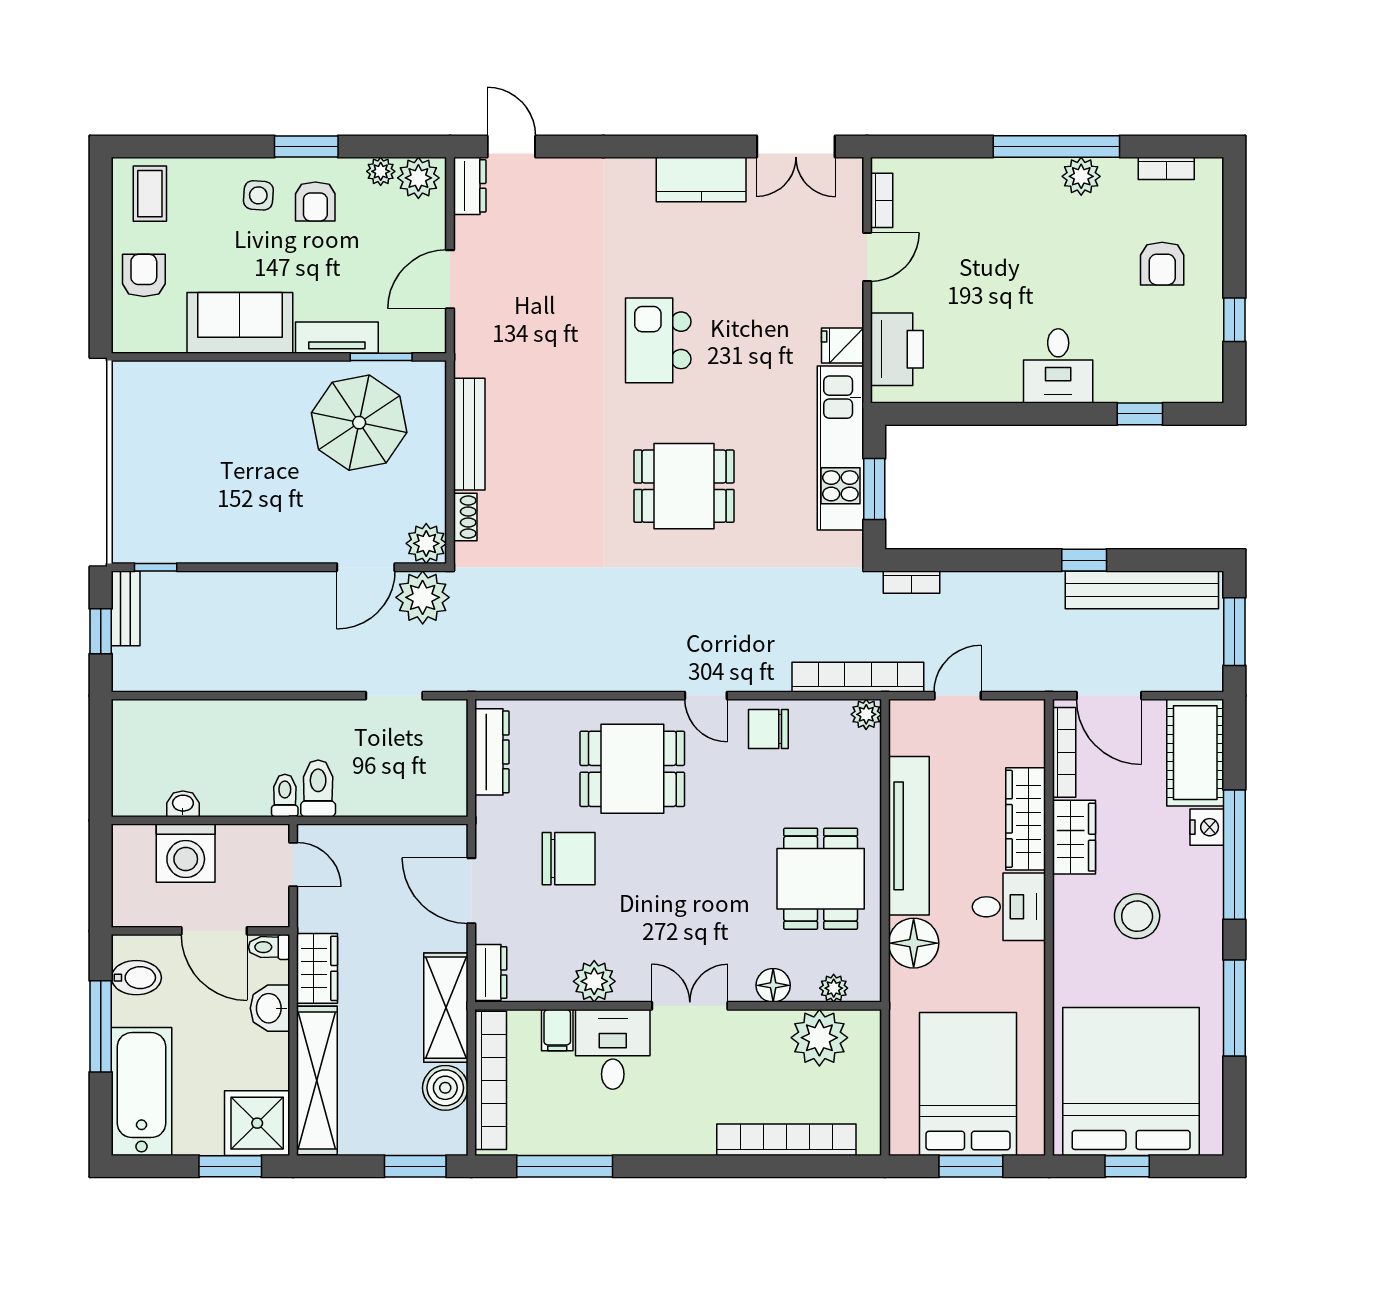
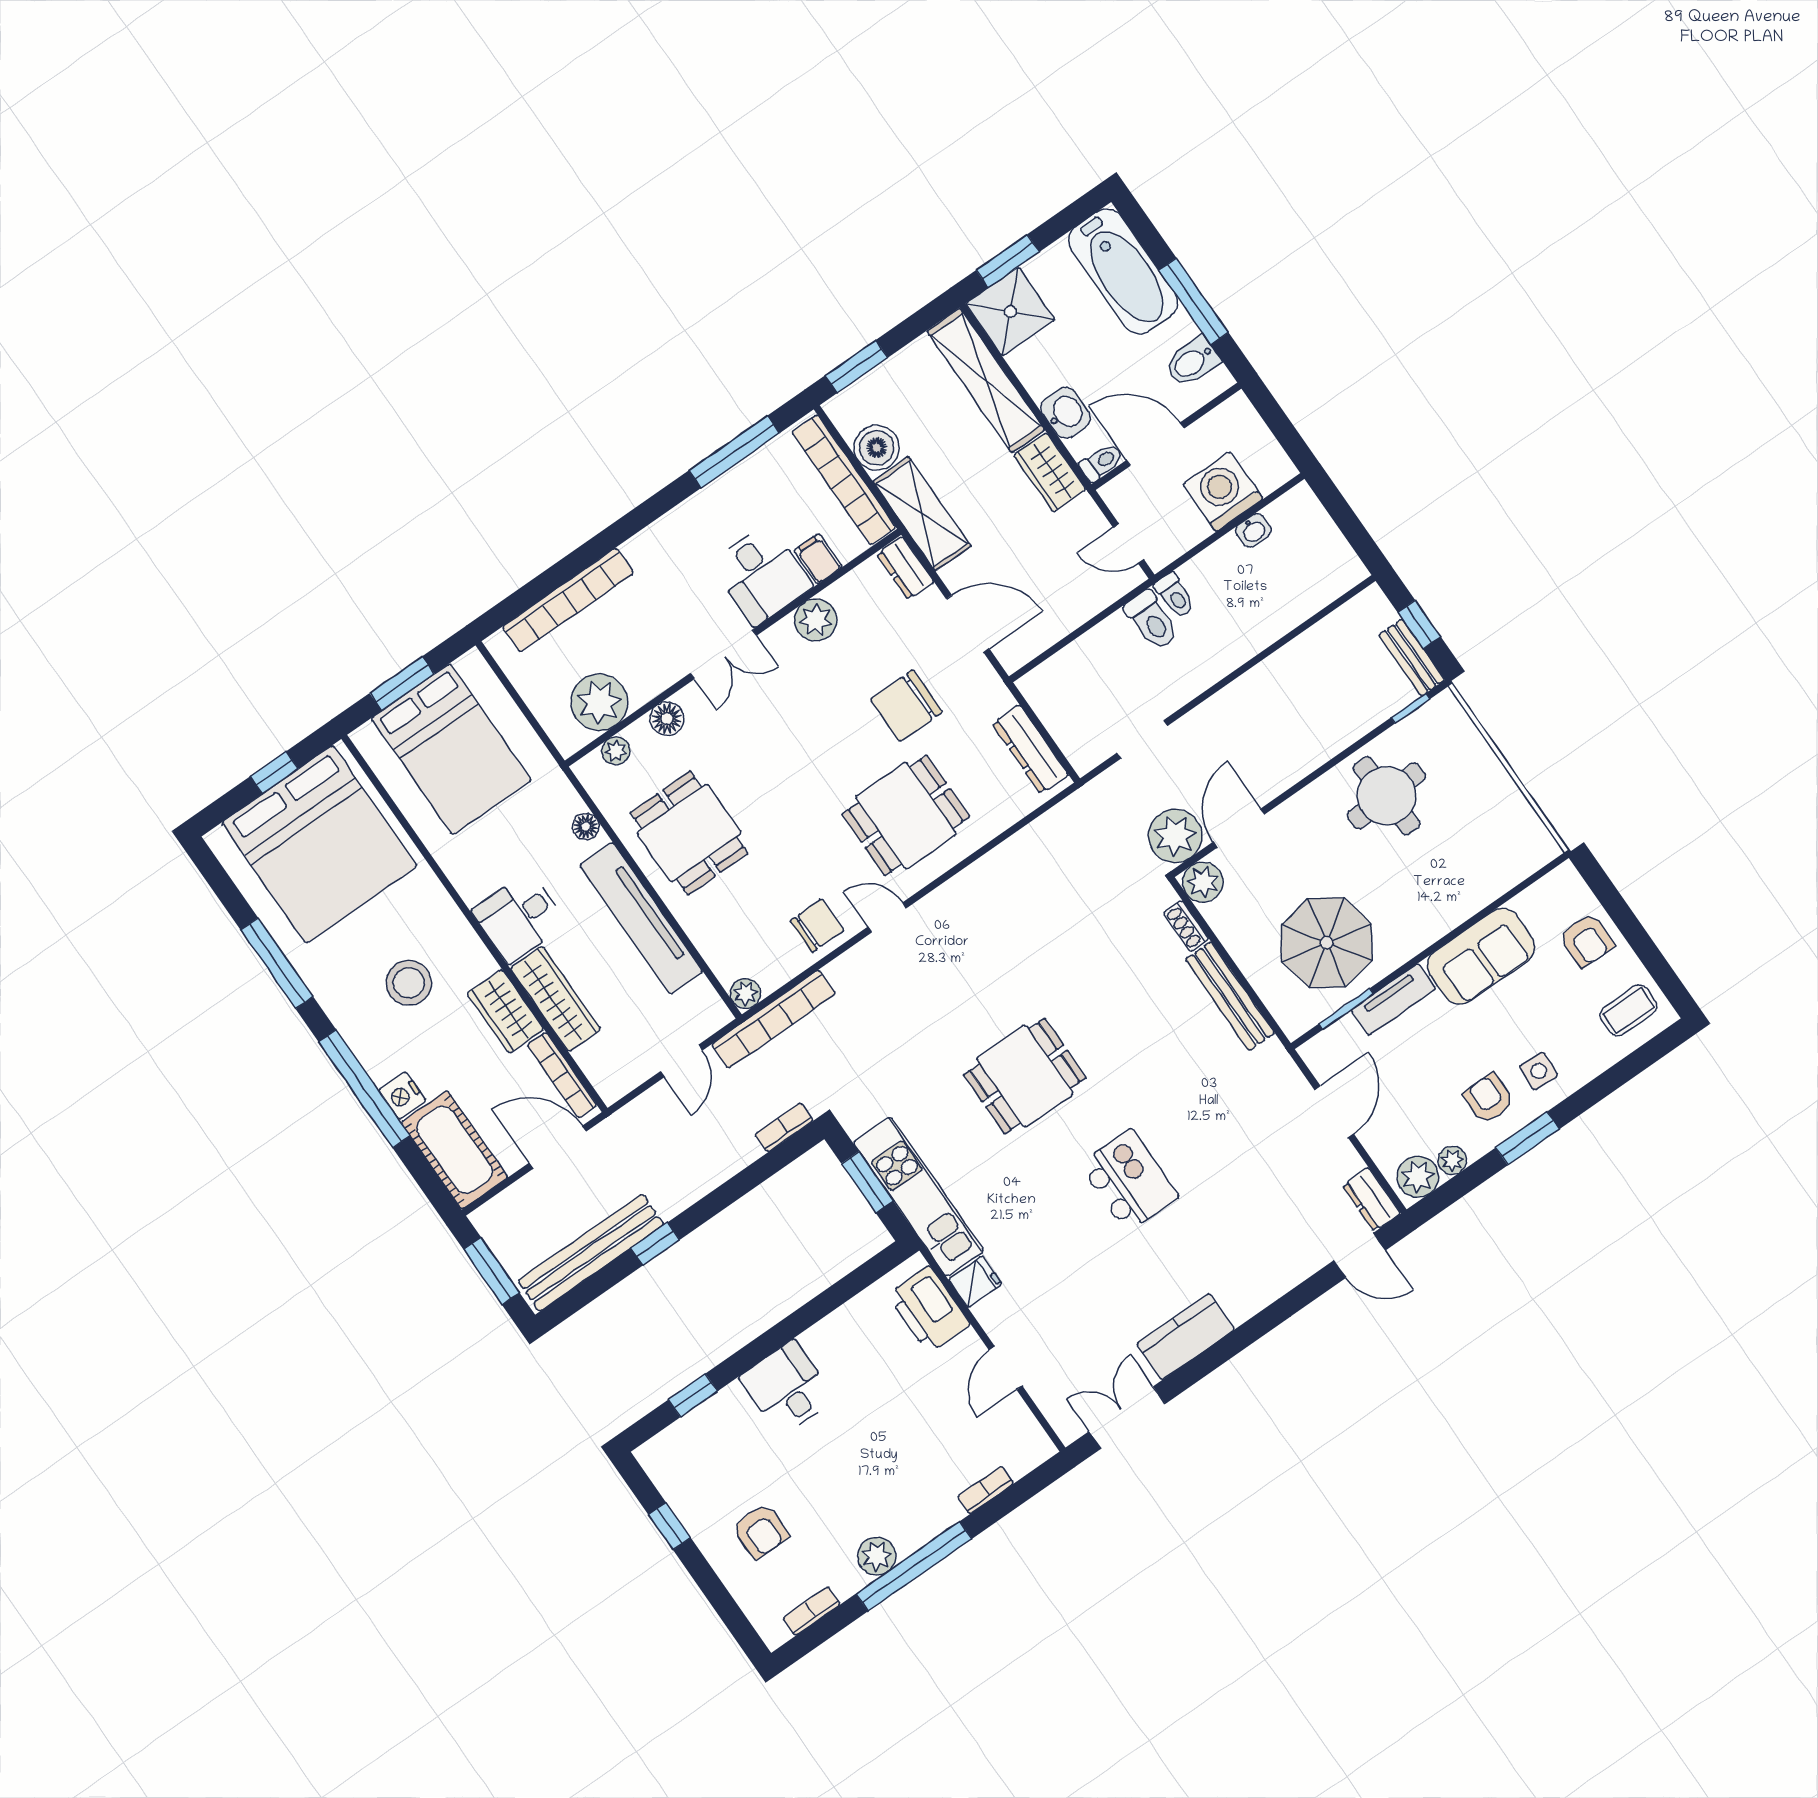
coffee table: (150, 194) -> (1628, 1011), turned 90
bookcase: (882, 200) -> (986, 1490), moved, turned 90
armchair: (1162, 264) -> (761, 1531), turned 180
round table: (226, 509) -> (1387, 796), added
floor lamp: (914, 943) -> (586, 827), width x0.53, depth x0.53

